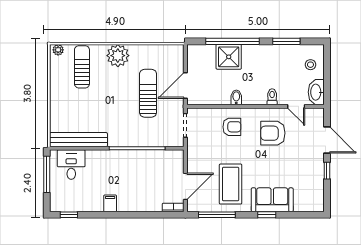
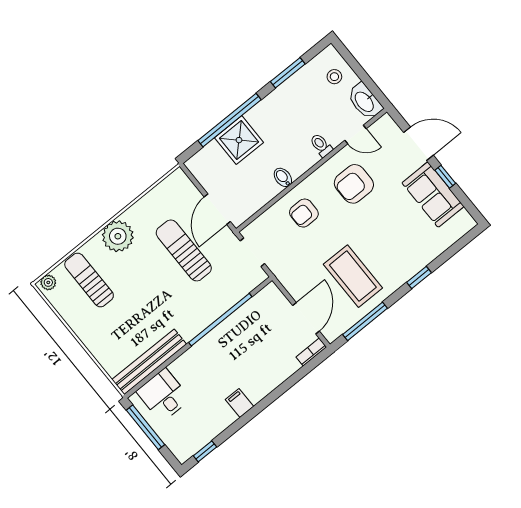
armchair: (232, 127) -> (304, 213), turned 180
sofa: (272, 200) -> (433, 195), moved, turned -90

